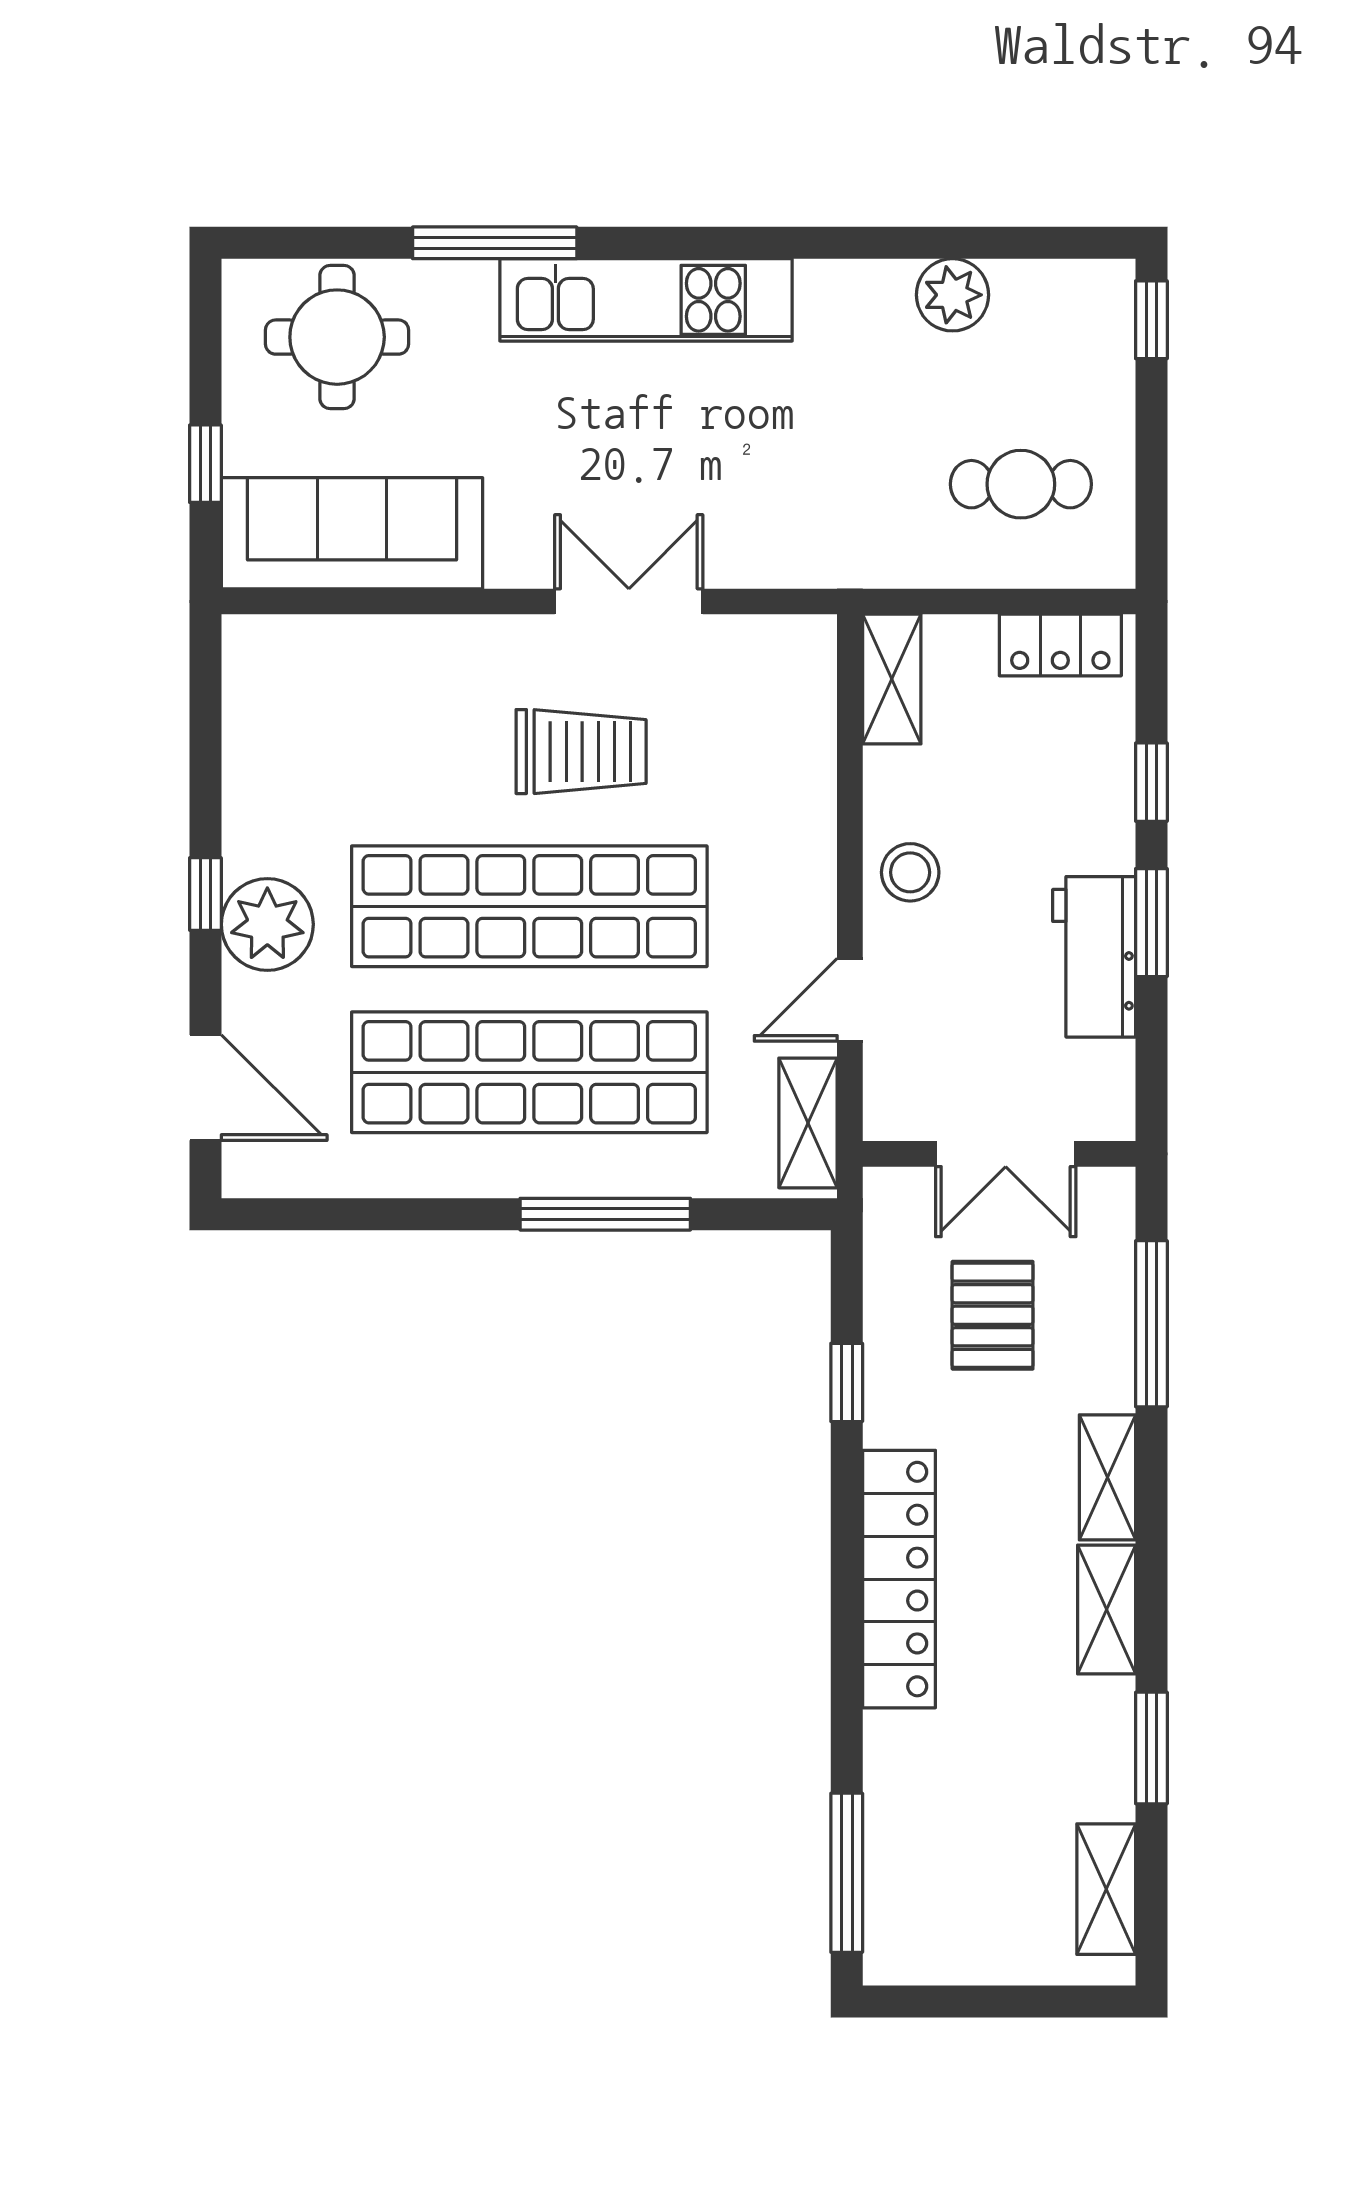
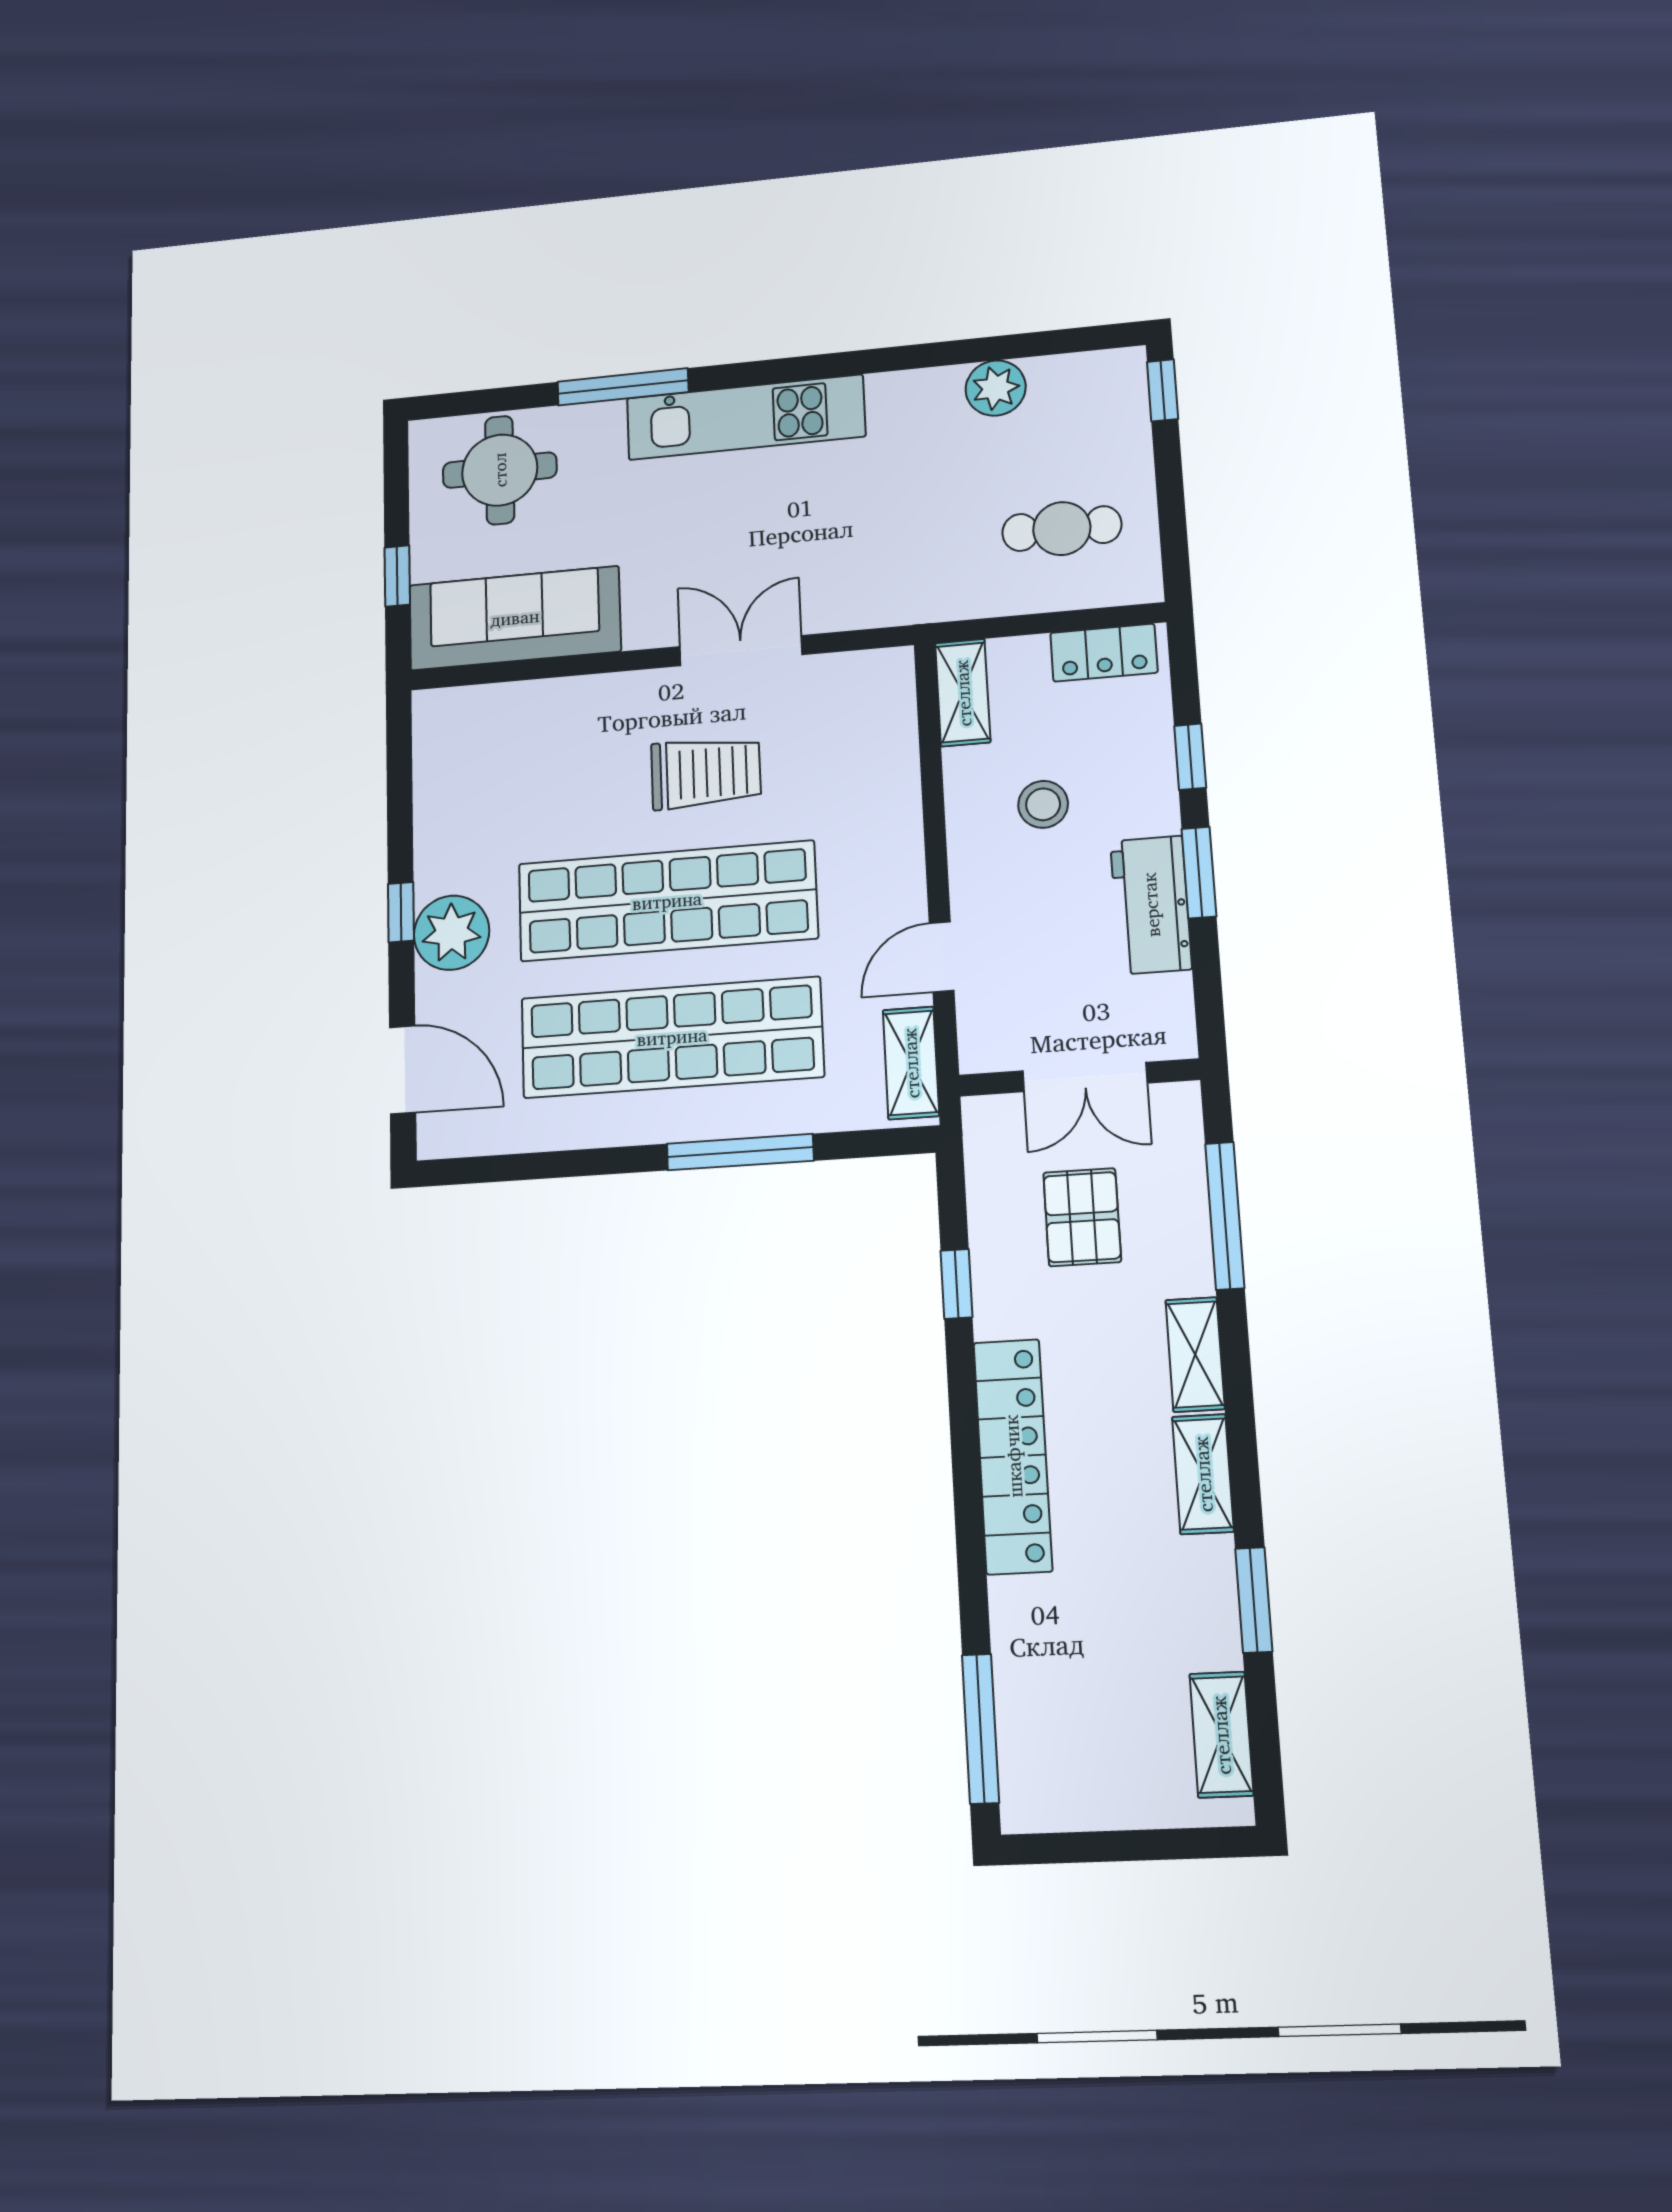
stool: (910, 872) -> (1043, 804), moved

